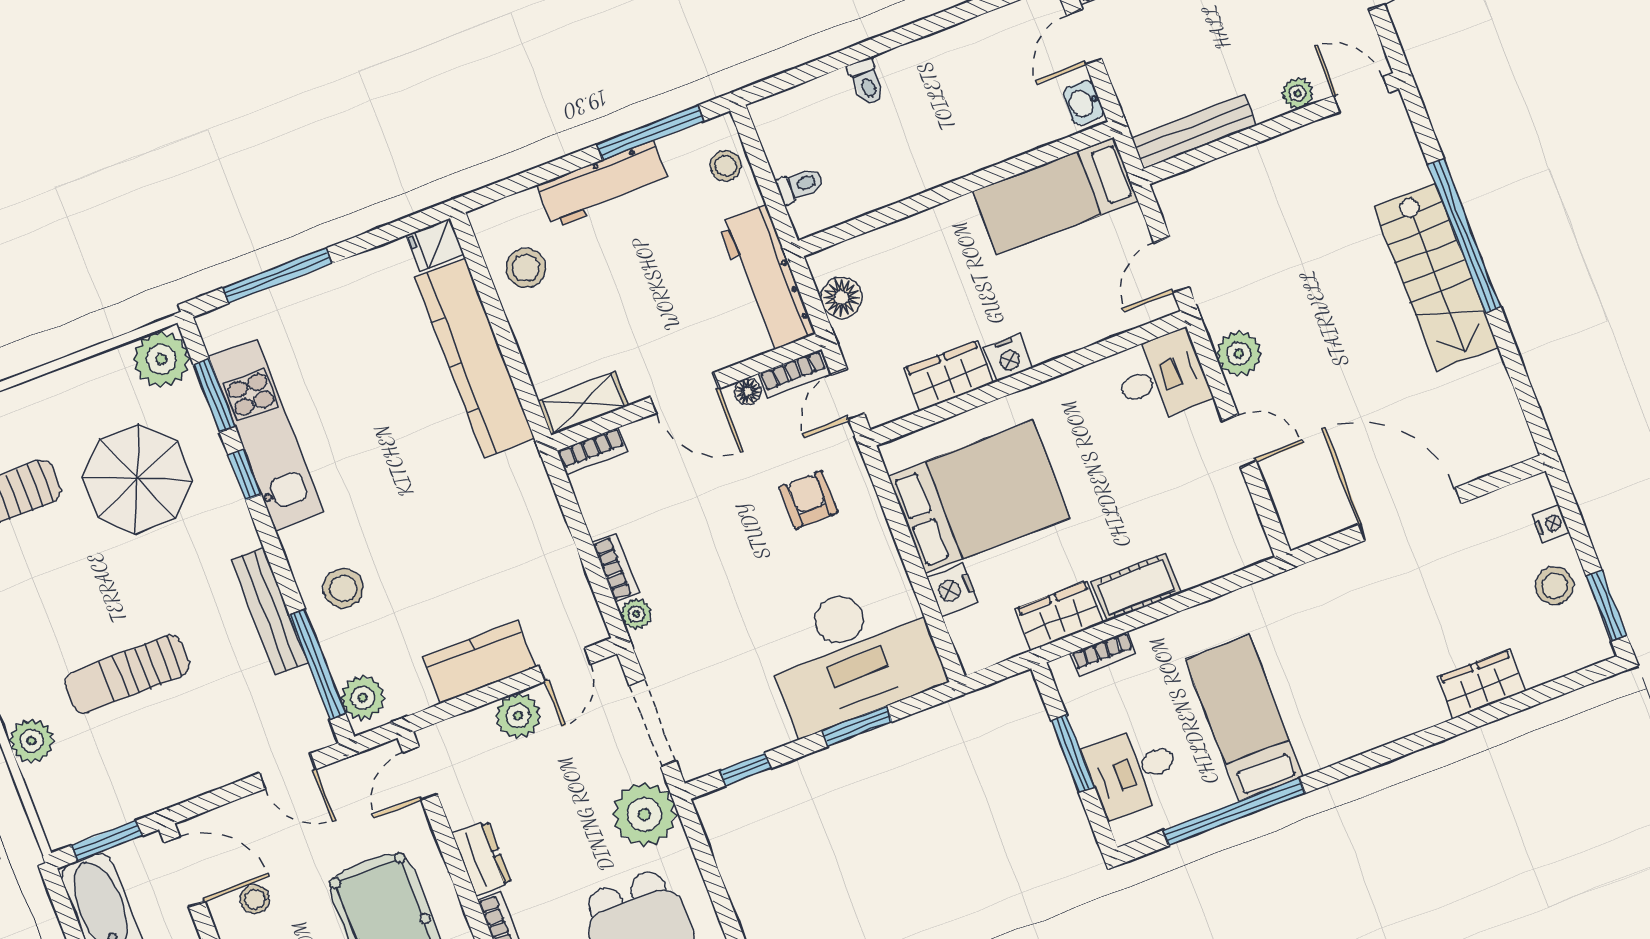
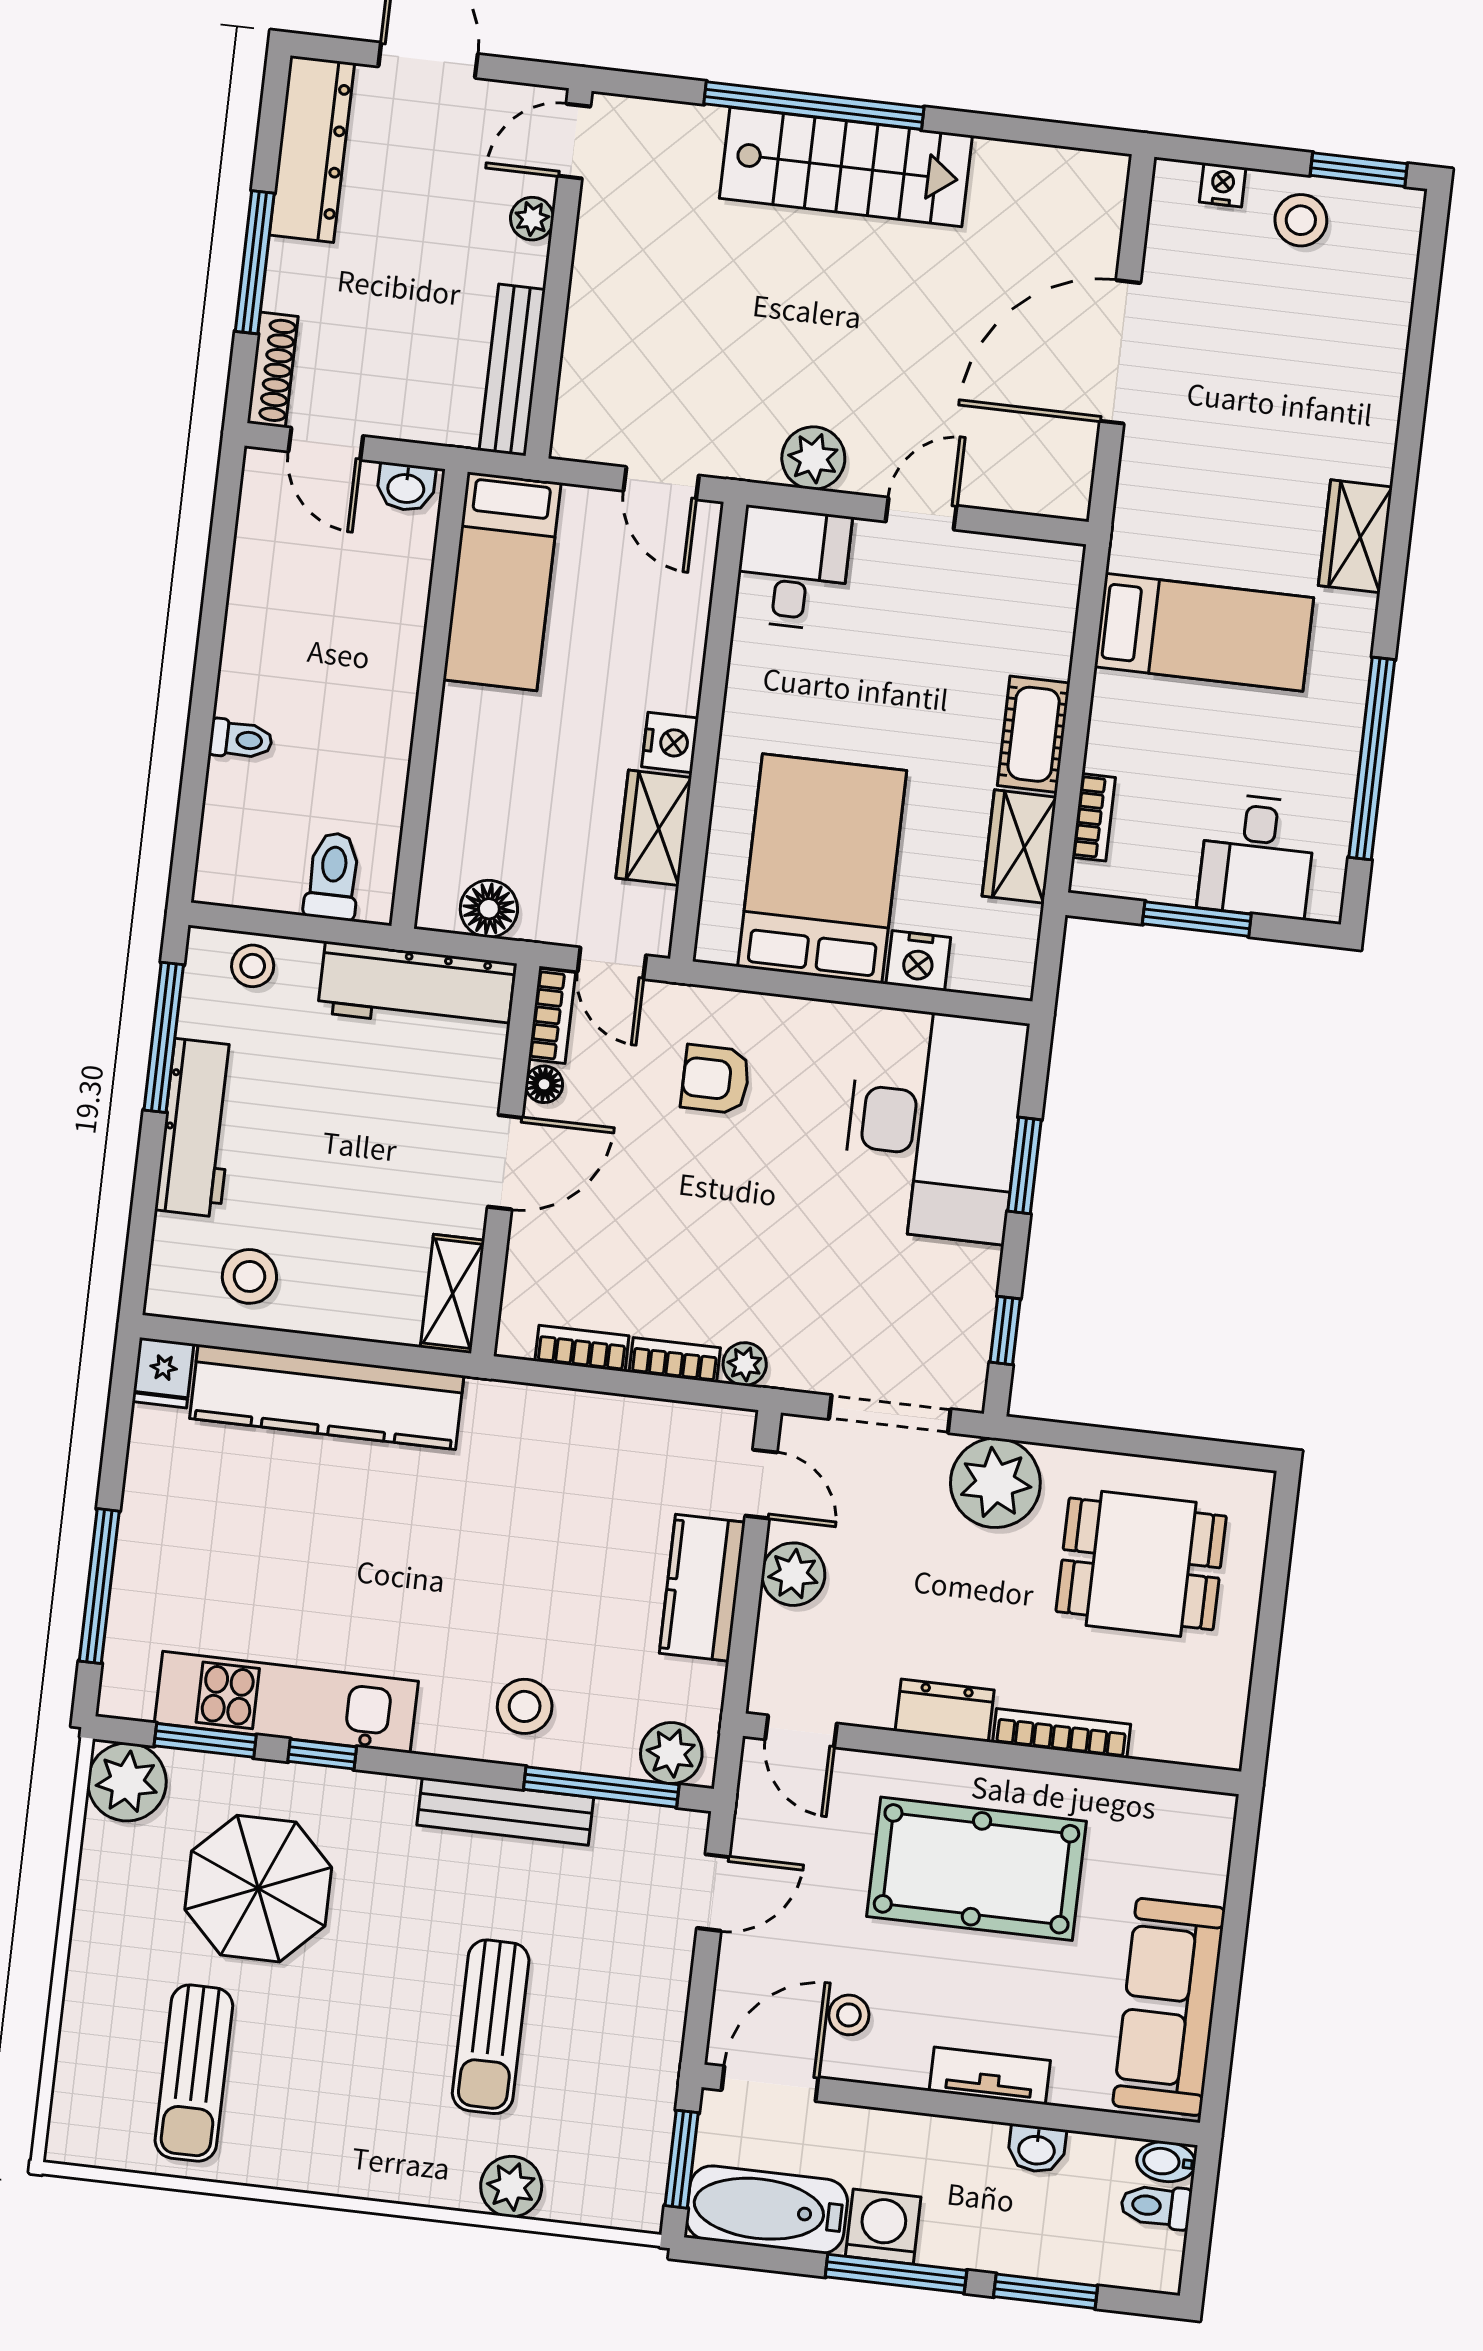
toilet: (800, 185) -> (333, 876), width x1.37, depth x1.39
bookcase: (592, 451) -> (582, 1348), moved, turned -90
wardrobe: (1481, 684) -> (1355, 536), moved
bed: (1244, 718) -> (1204, 632), moved, turned 180

